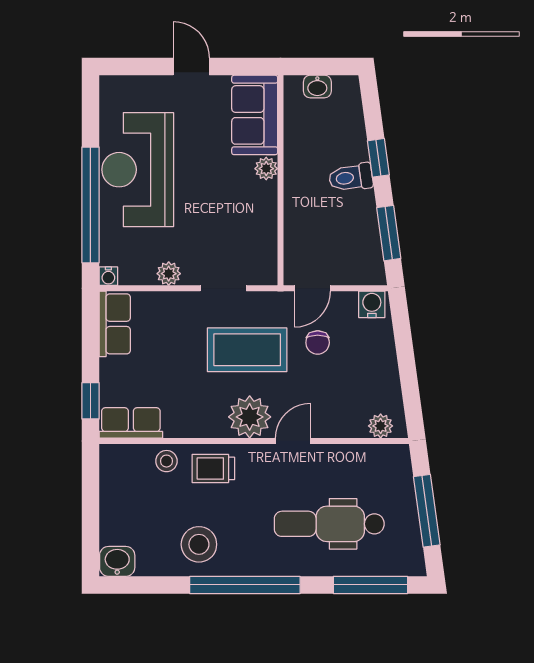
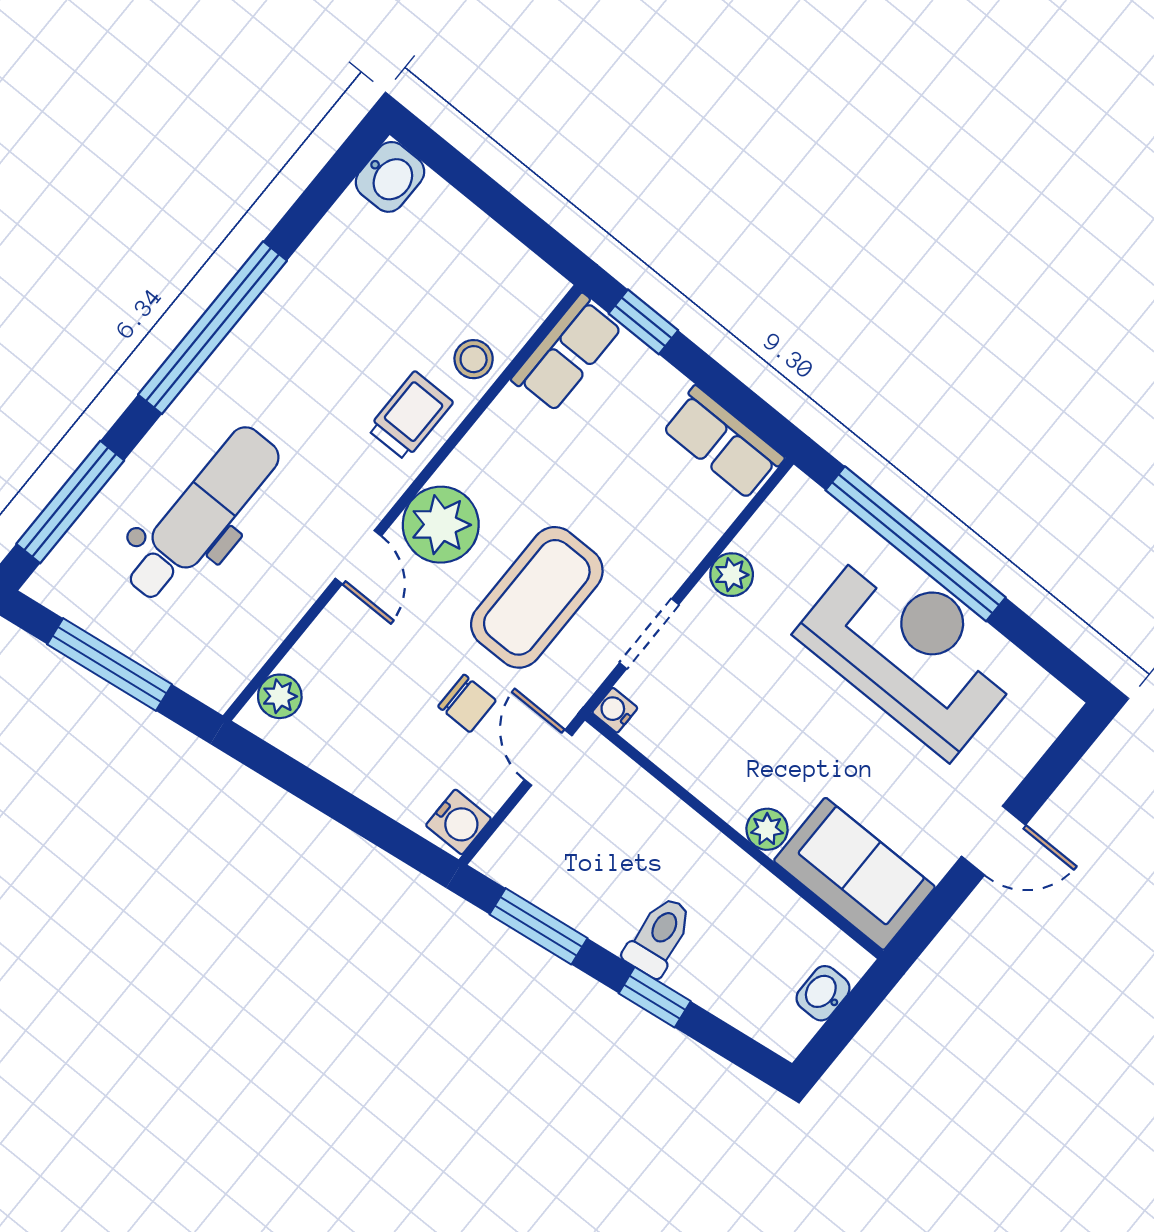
water cooler: (108, 276) -> (615, 710), moved
chair: (318, 343) -> (467, 703), turned 180
stool: (199, 544) -> (321, 310), removed

